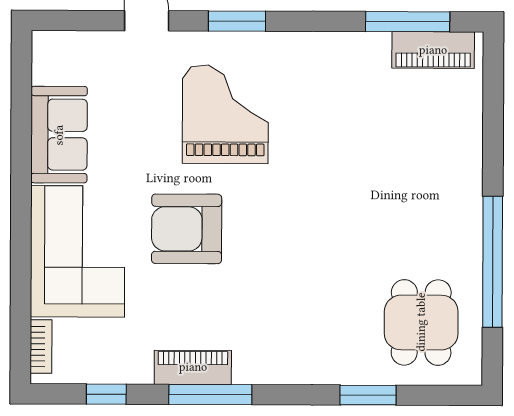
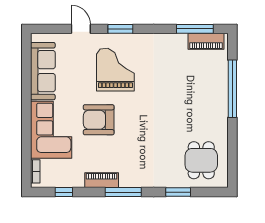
sofa: (59, 135) -> (43, 71), width x1.36
window: (493, 262) -> (232, 89), moved
window: (210, 394) -> (123, 192), moved

